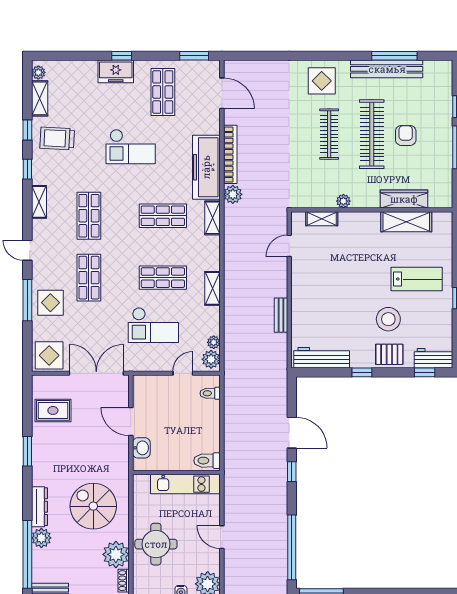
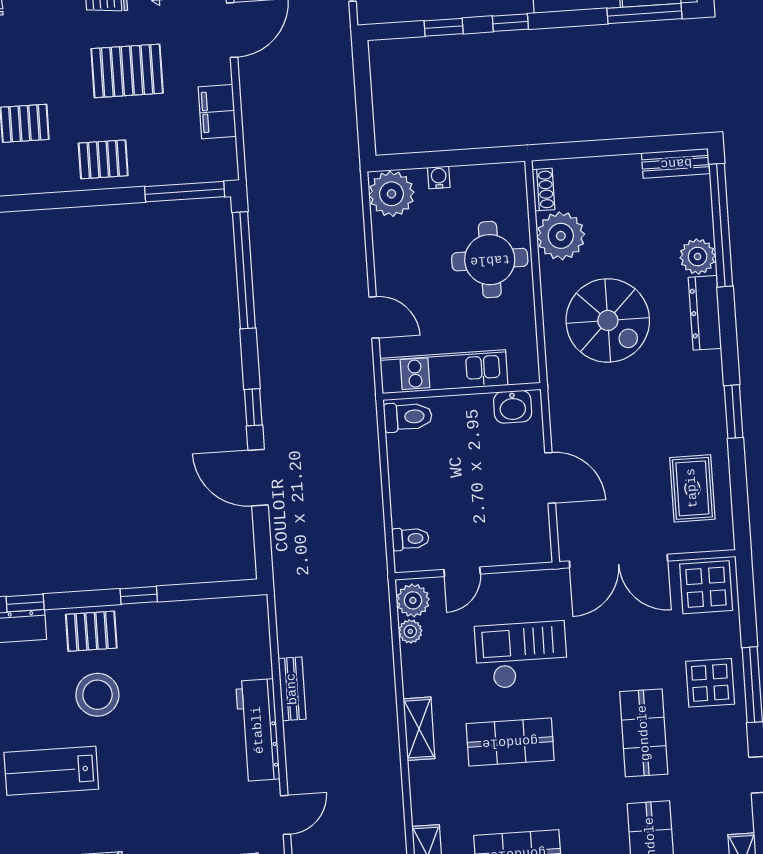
workbench: (322, 358) -> (258, 730), moved, turned 90
rug: (53, 410) -> (692, 488), turned 90
washbasin: (141, 448) -> (513, 407), moved, turned -90
door: (222, 537) -> (374, 317), moved

